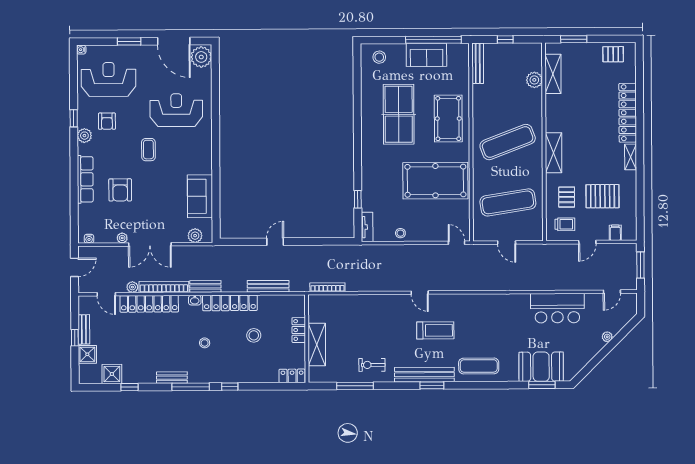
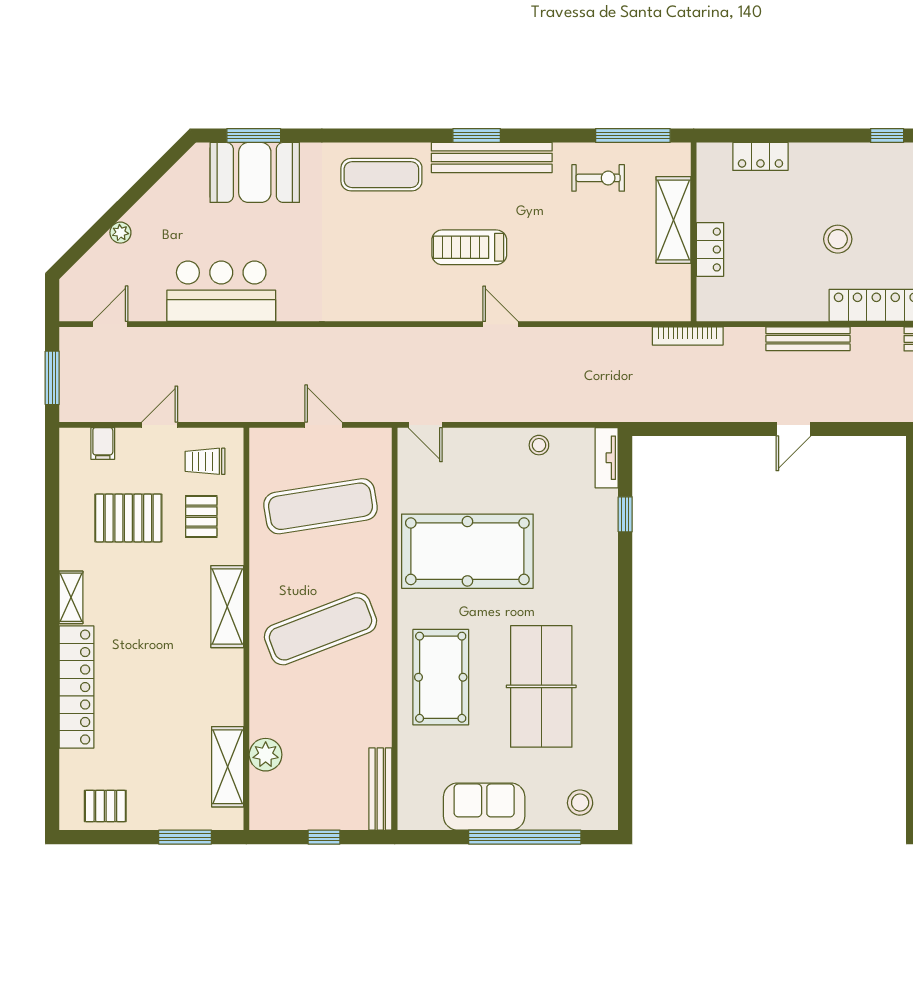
window: (433, 40) -> (525, 837), moved
locker: (299, 330) -> (710, 250), moved
wall: (307, 339) -> (694, 232), moved
shelving: (317, 344) -> (674, 220), moved

